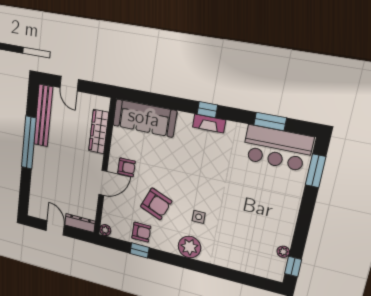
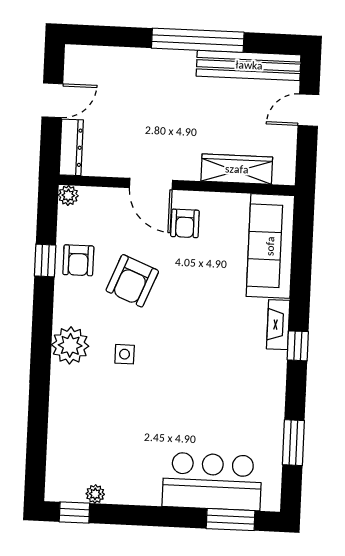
fireplace: (209, 124) -> (278, 325), moved
bar counter: (277, 148) -> (212, 481), moved, turned 90

